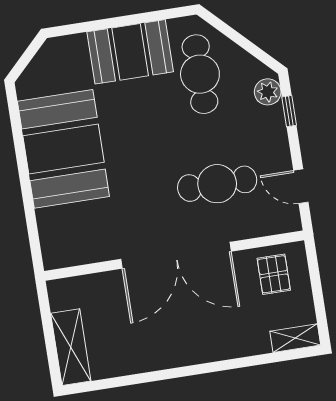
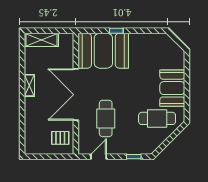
plant: (268, 92) -> (144, 148), removed
booth: (63, 149) -> (103, 51), moved
window: (26, 190) -> (116, 31), added
shelving: (295, 338) -> (29, 85), moved

